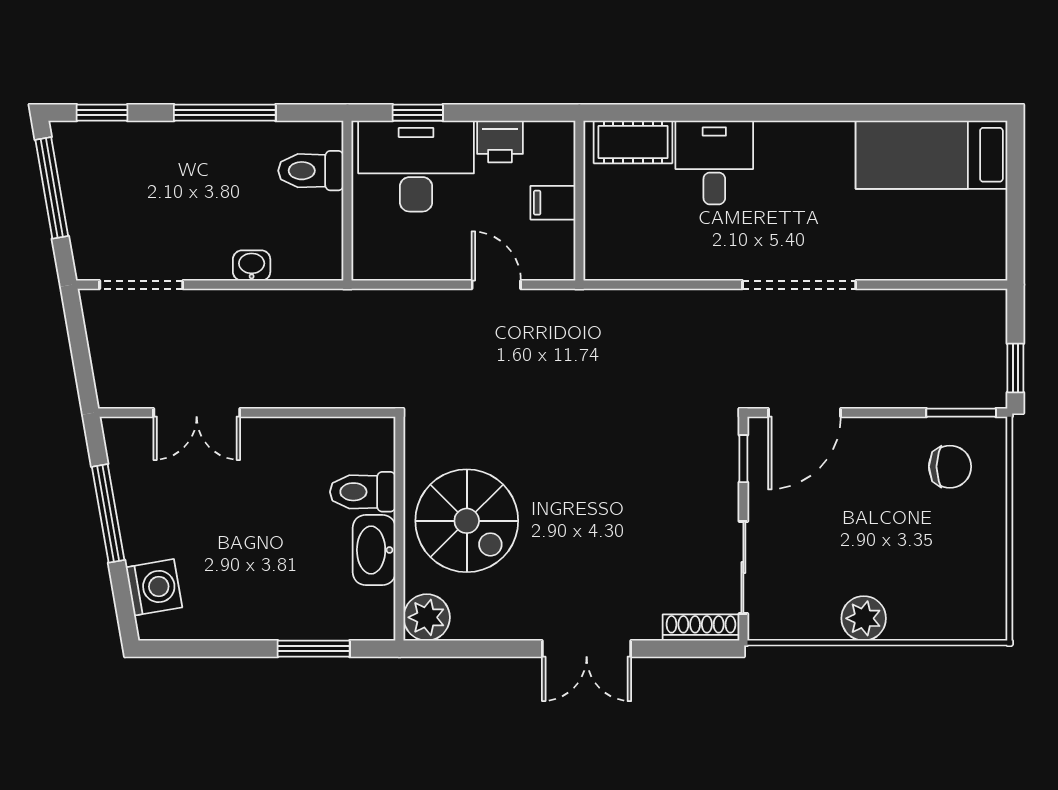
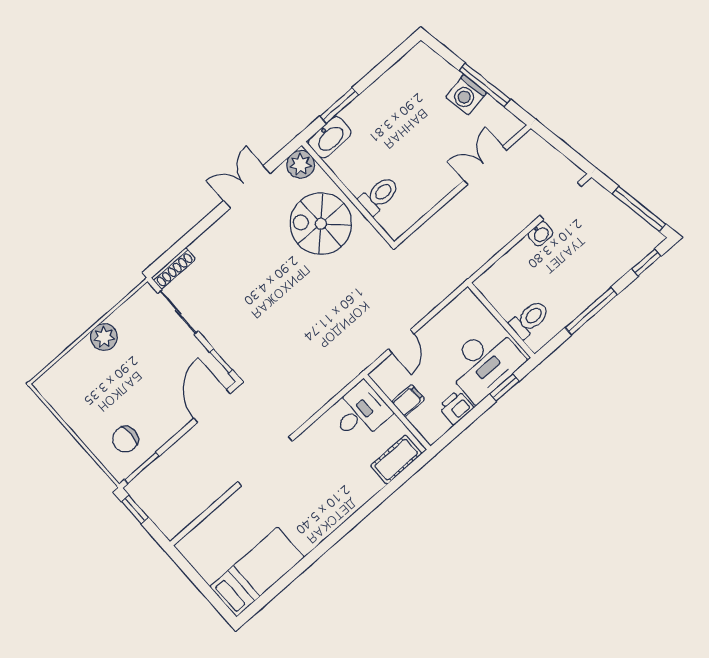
desk: (714, 163) -> (360, 412), moved, turned -90
washbasin: (252, 265) -> (540, 234), moved
door: (496, 285) -> (401, 341), hinge flipped
washbasin: (374, 550) -> (330, 137), moved, turned 90
washing machine: (154, 587) -> (466, 95), moved
double door: (587, 649) -> (247, 187), moved

